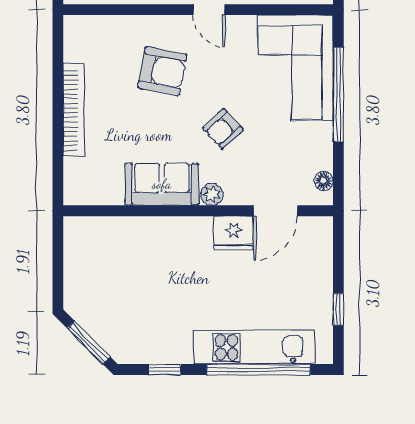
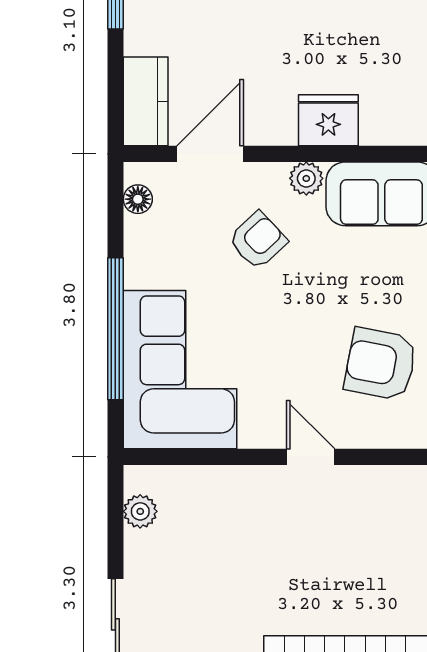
armchair: (223, 129) -> (258, 240), moved
fridge: (233, 233) -> (328, 120), moved
kitchen counter: (318, 246) -> (146, 101), added

